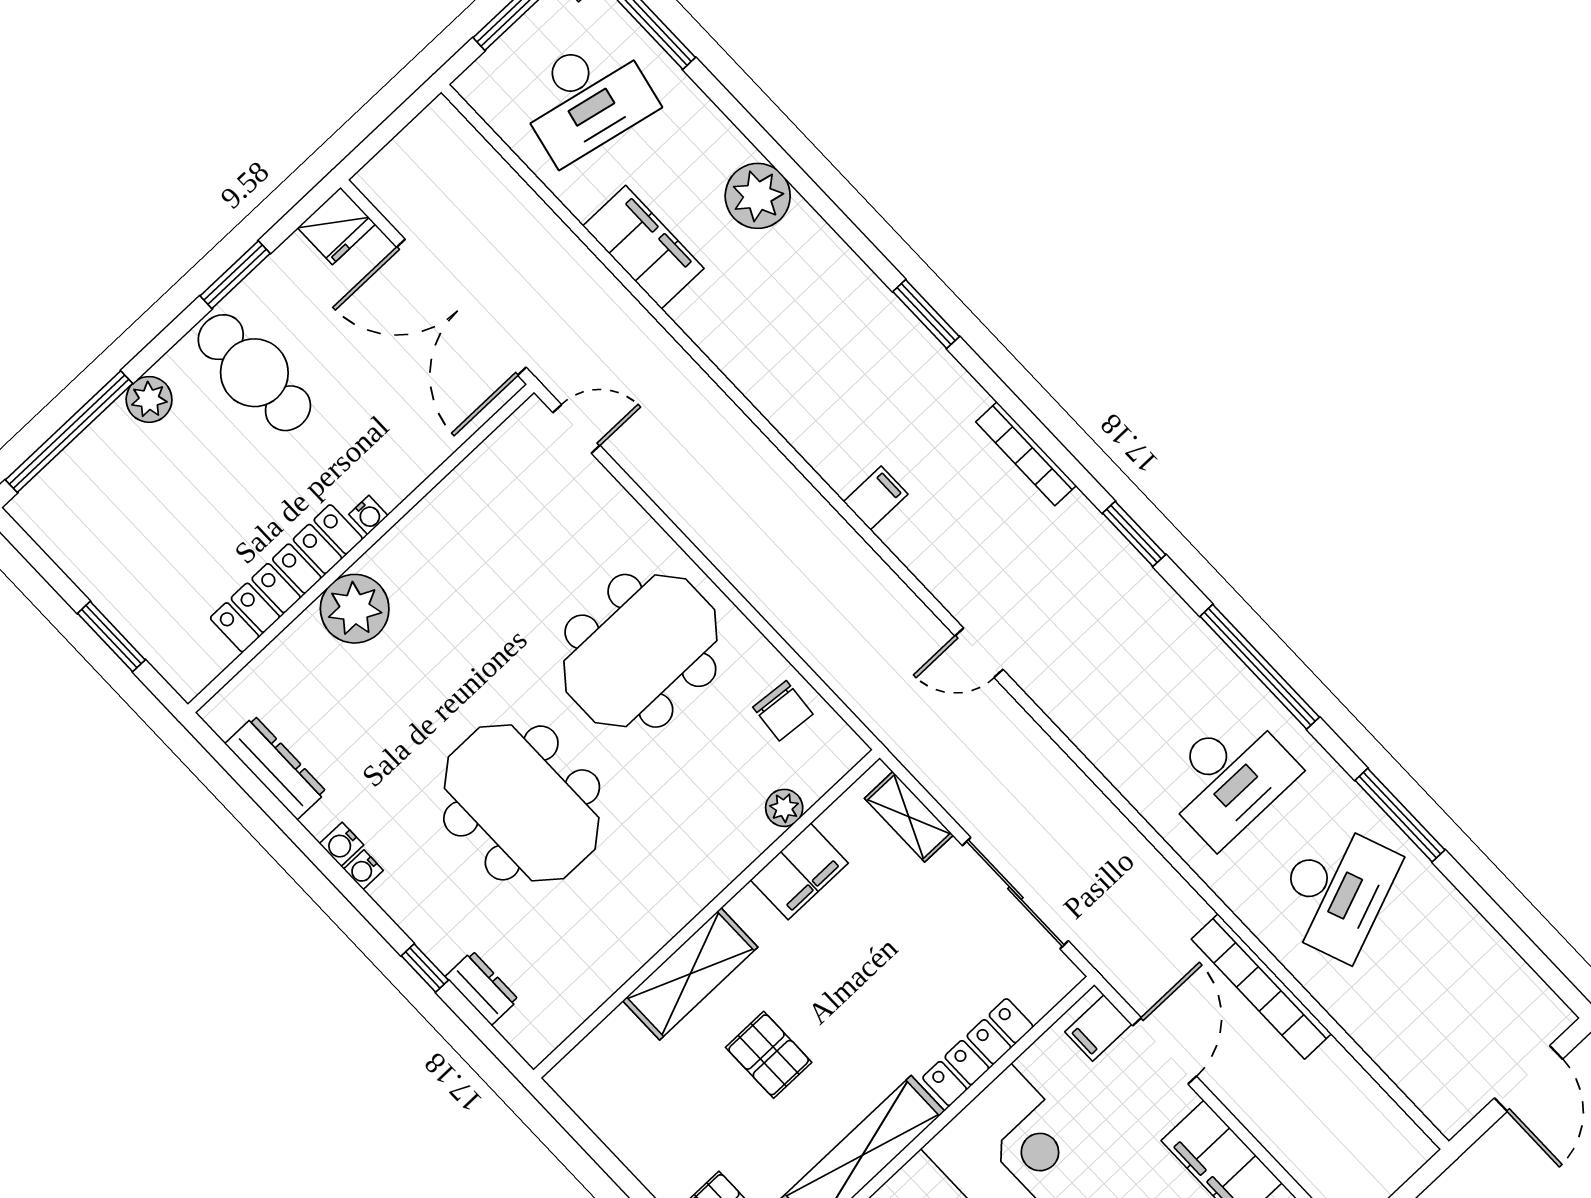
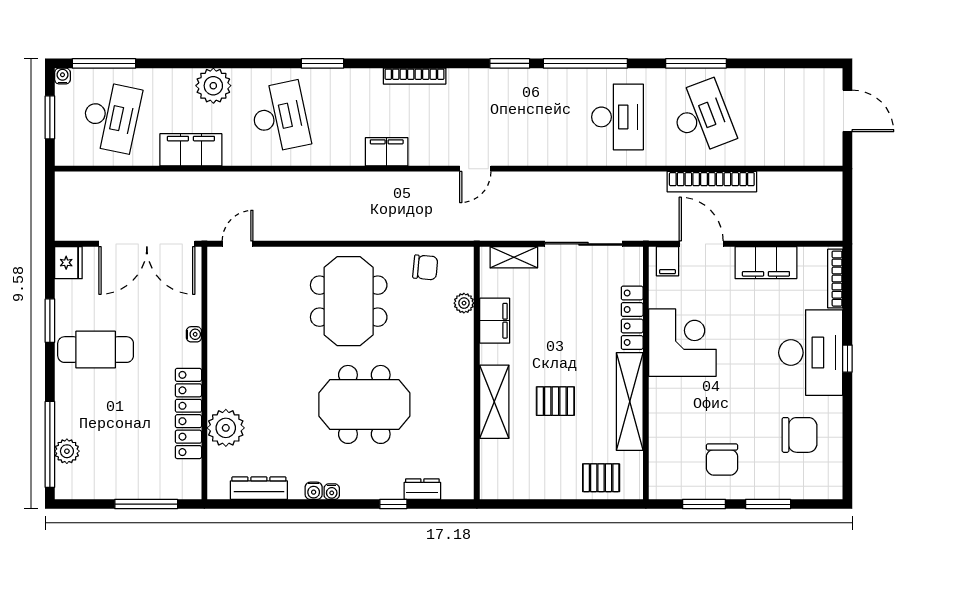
desk: (800, 325) -> (280, 117), added
plant: (149, 399) -> (67, 451), moved
filing cabinet: (876, 498) -> (387, 152), width x2.00
water cooler: (368, 515) -> (194, 334), moved
window: (1134, 534) -> (510, 63), moved
plant: (355, 609) -> (226, 428), moved
window: (111, 637) -> (146, 504), width x1.44

